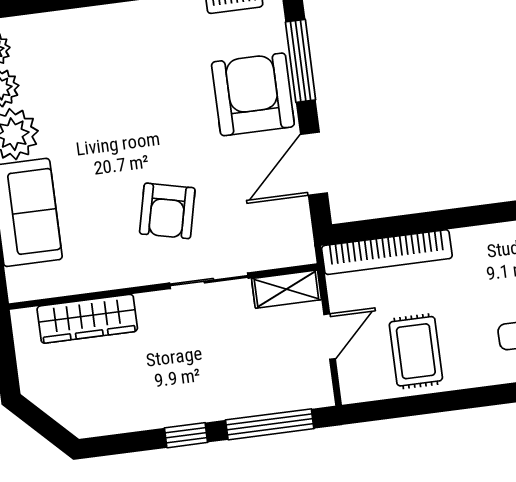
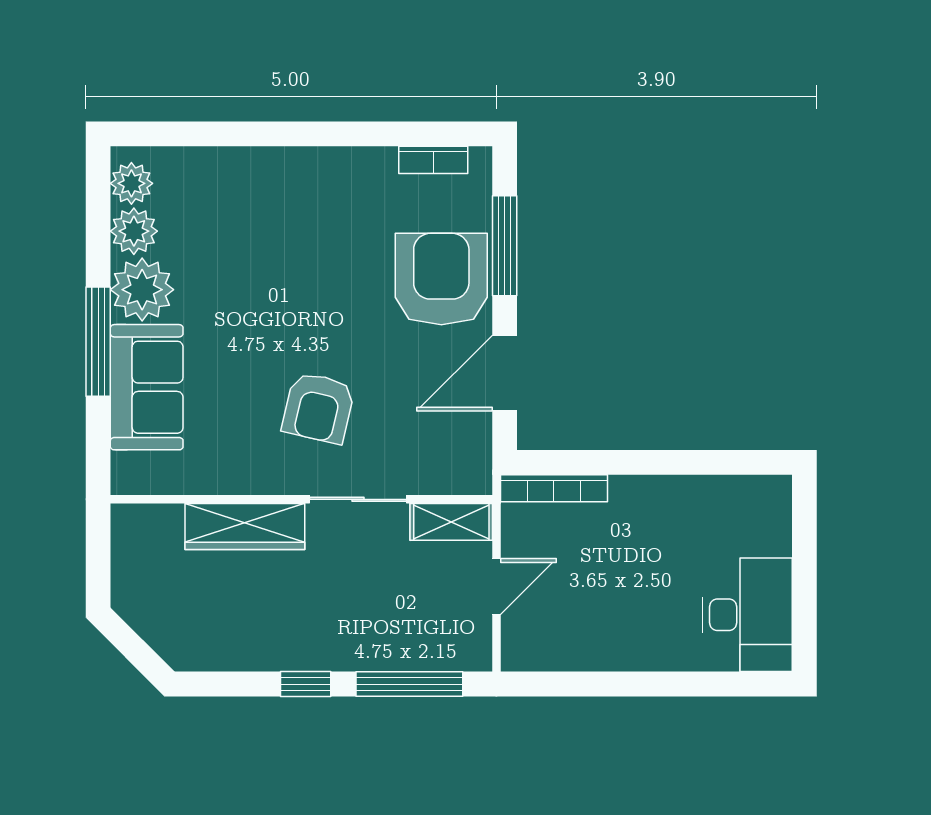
bookcase: (387, 252) -> (554, 488), width x0.68, depth x0.76
wardrobe: (87, 319) -> (245, 526), moved
rug: (416, 351) -> (599, 618), removed

